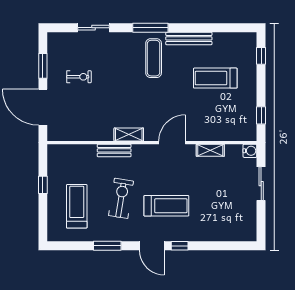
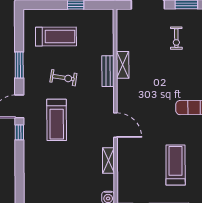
shelving: (129, 135) -> (123, 65), moved
exercise bike: (121, 198) -> (63, 78), width x0.73, depth x0.72

